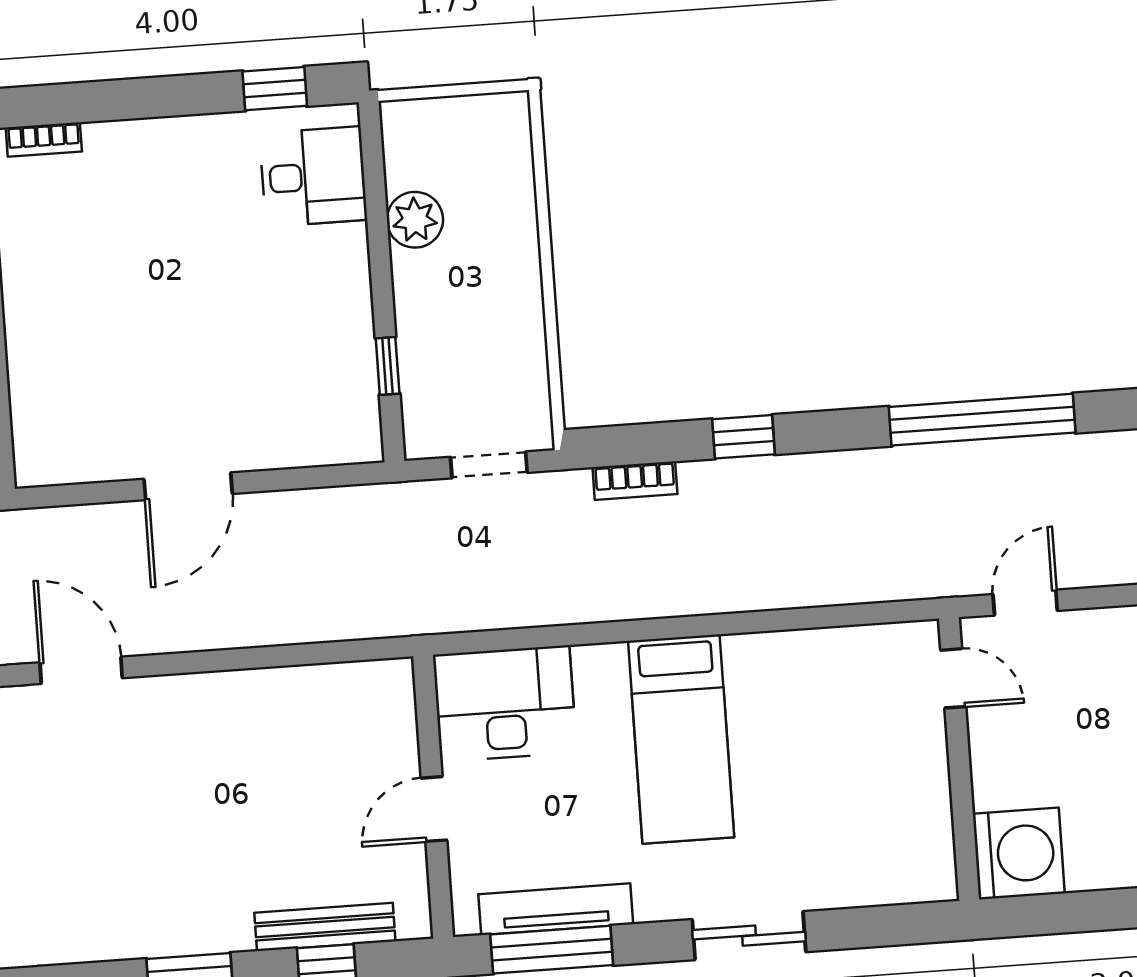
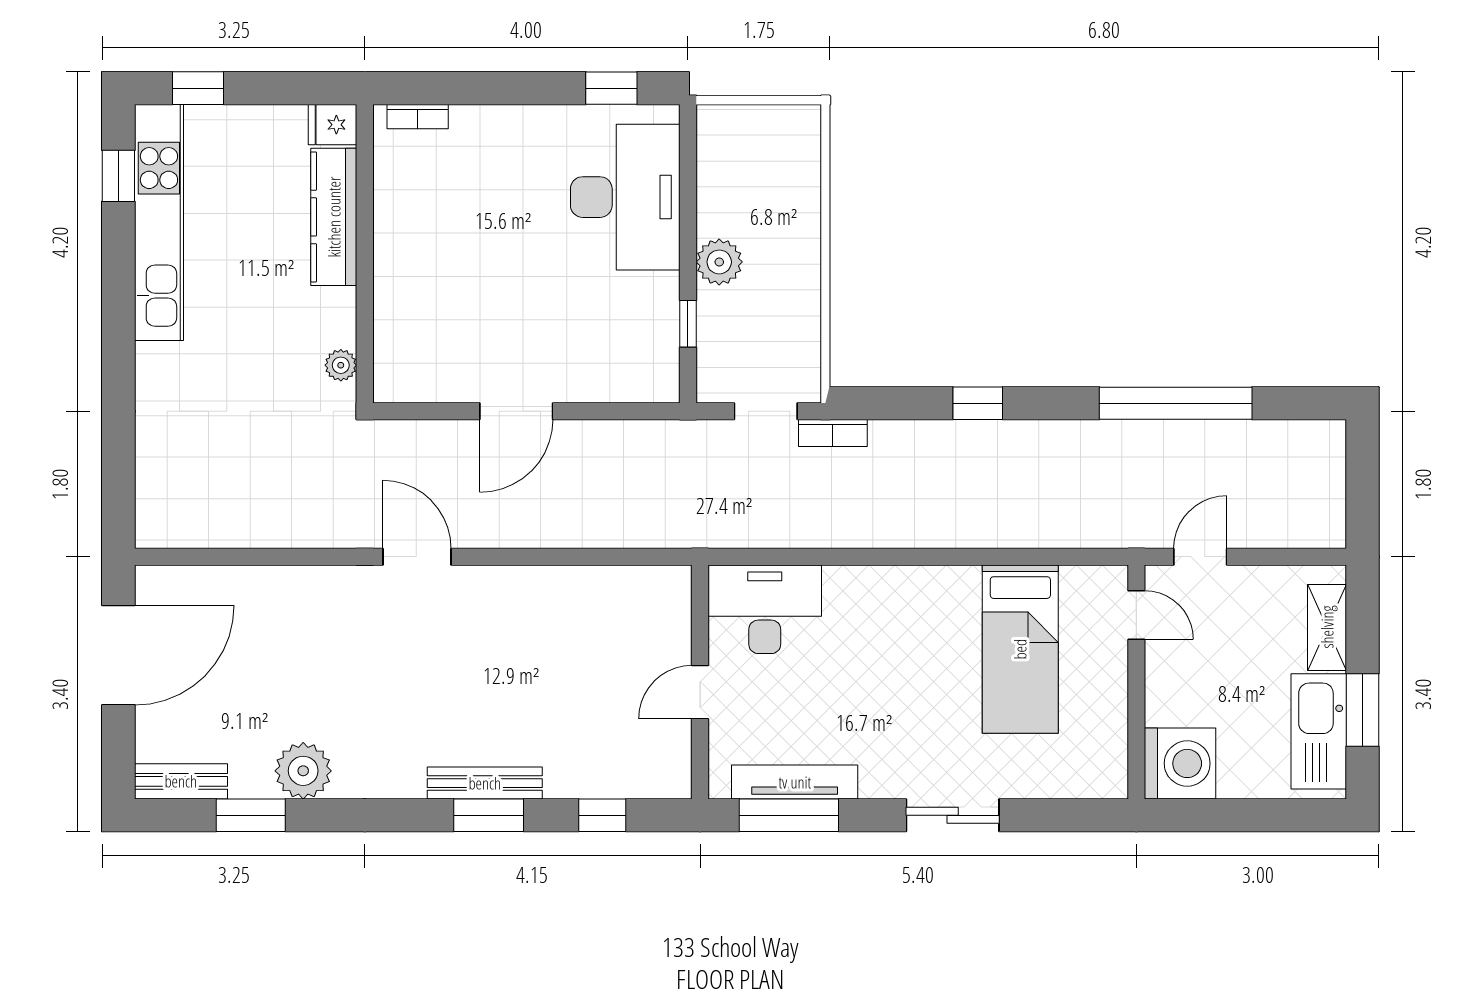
desk: (313, 177) -> (625, 197), width x1.87, depth x1.30
plant: (415, 220) -> (719, 262), moved
bookcase: (635, 481) -> (833, 433), moved
bed: (681, 739) -> (1020, 649), moved
bench: (325, 927) -> (485, 783), moved

